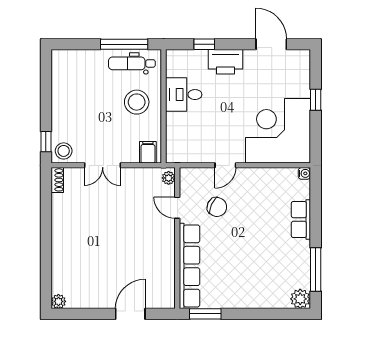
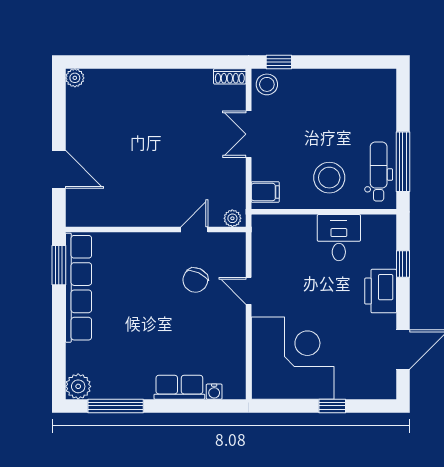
water cooler: (304, 173) -> (214, 392), moved
row of seats: (190, 266) -> (78, 288), moved, turned -90

